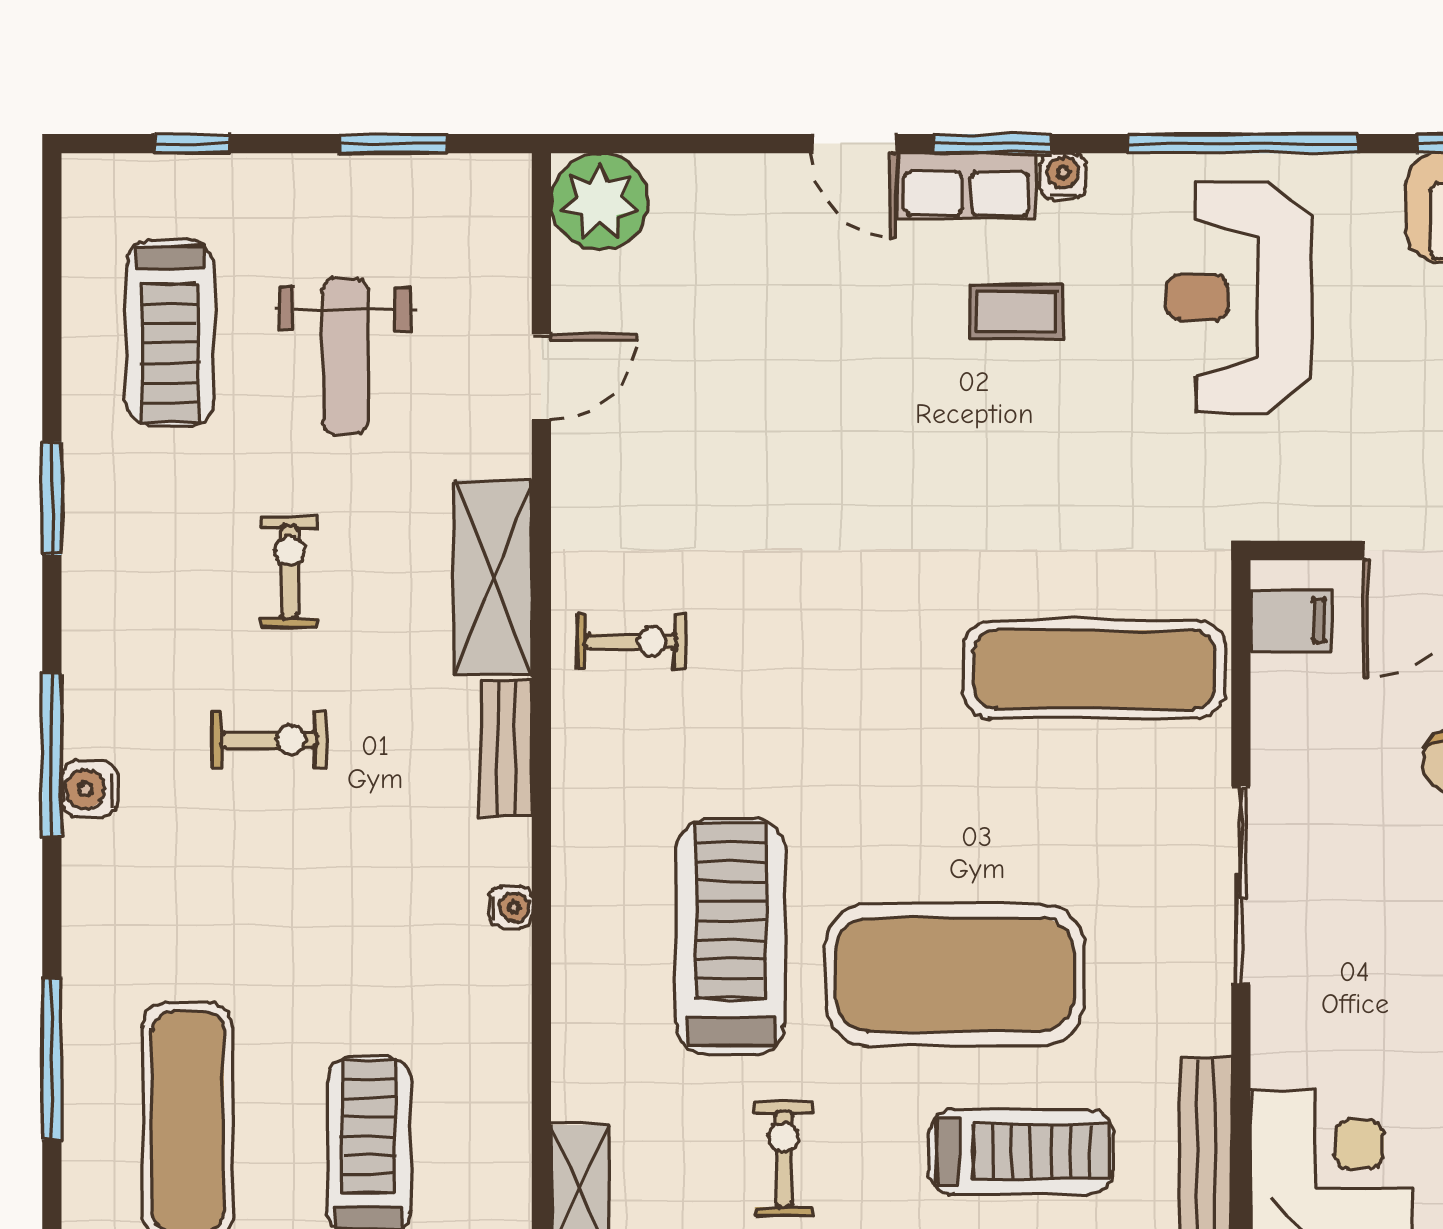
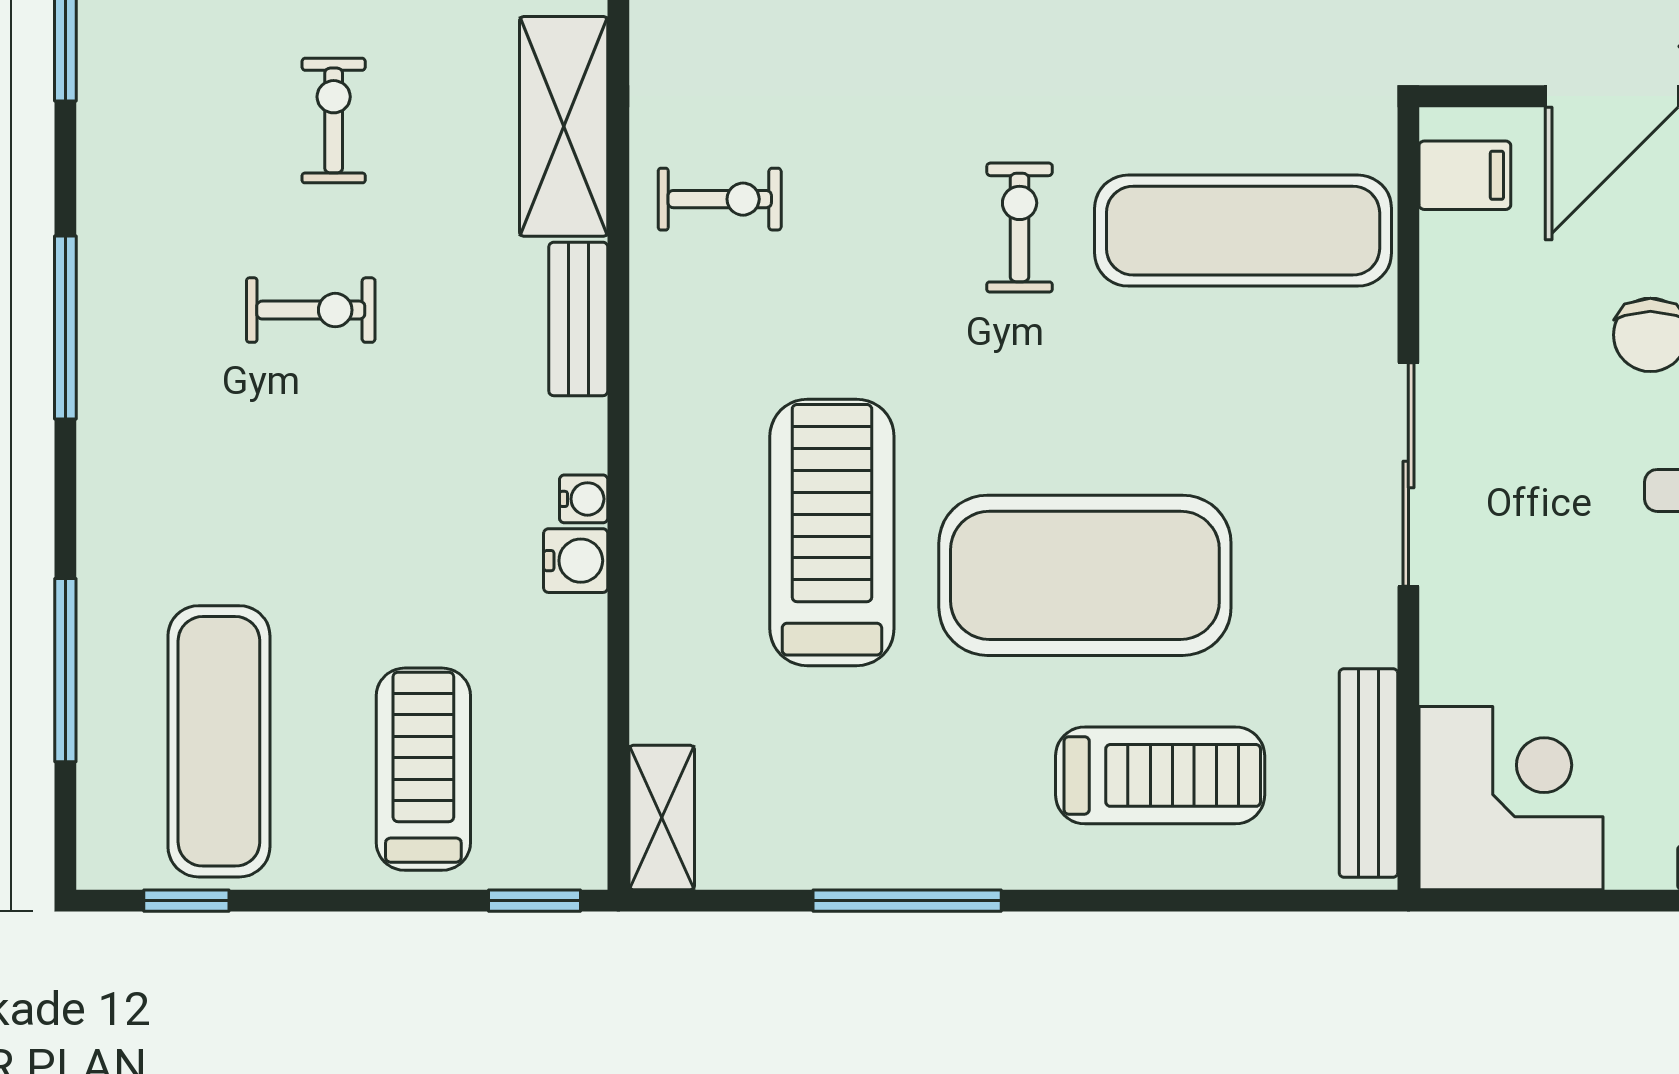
water cooler: (90, 789) -> (576, 561), moved, turned 180
exercise bike: (784, 1159) -> (1020, 228), moved

